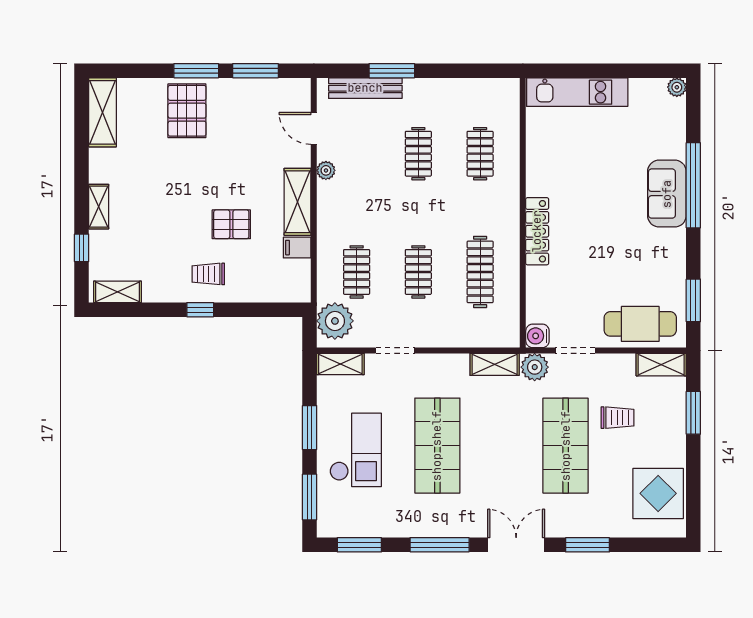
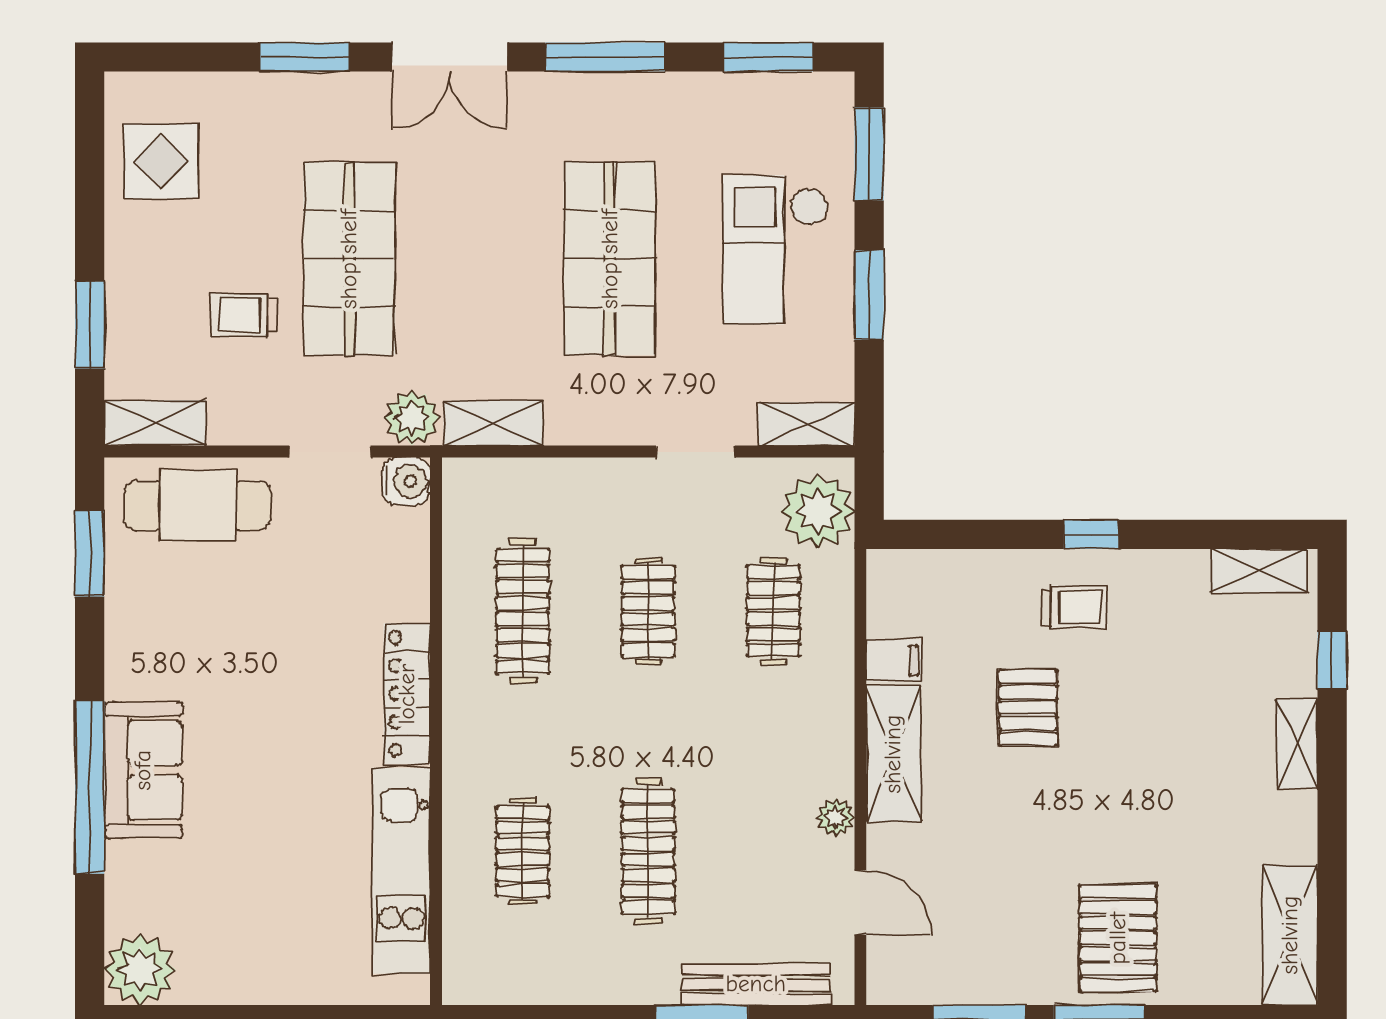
plant: (677, 87) -> (140, 969), width x1.88, depth x1.88
kitchen unit: (577, 92) -> (401, 871), moved, turned -90
clothes rail: (418, 154) -> (648, 851), width x1.36
pallet: (231, 224) -> (1028, 708), turned 90
display table: (658, 493) -> (161, 161), width x0.73, depth x0.73

